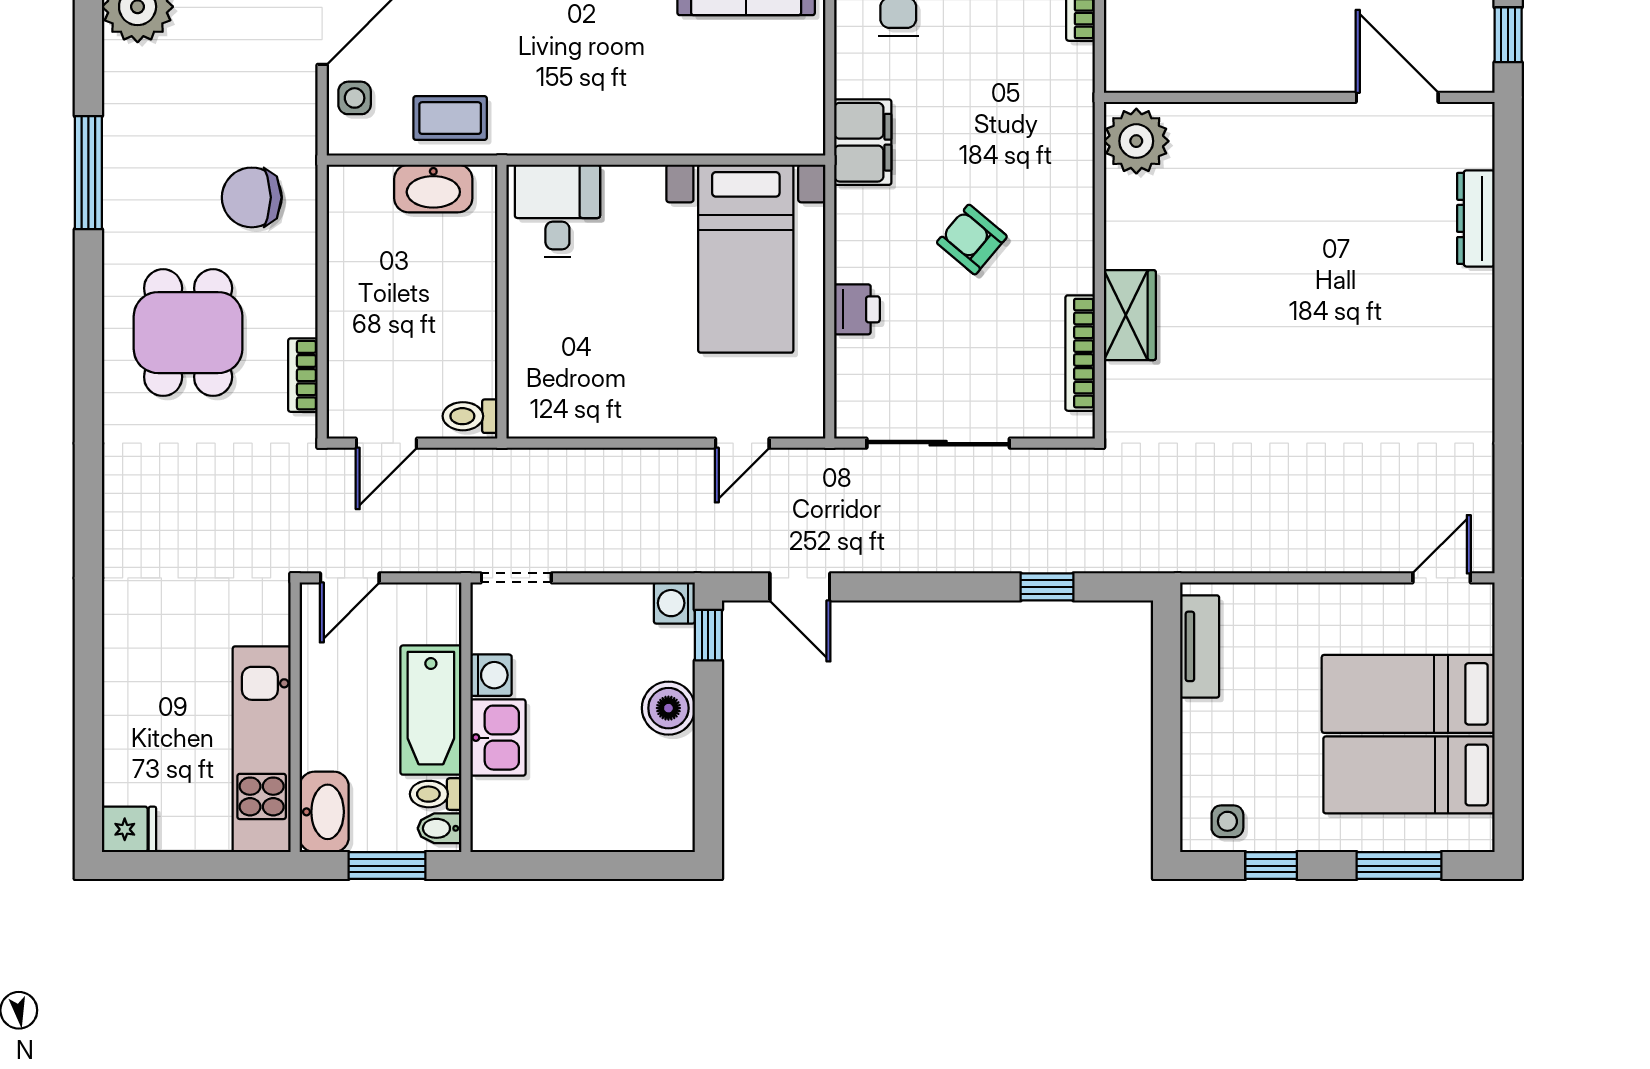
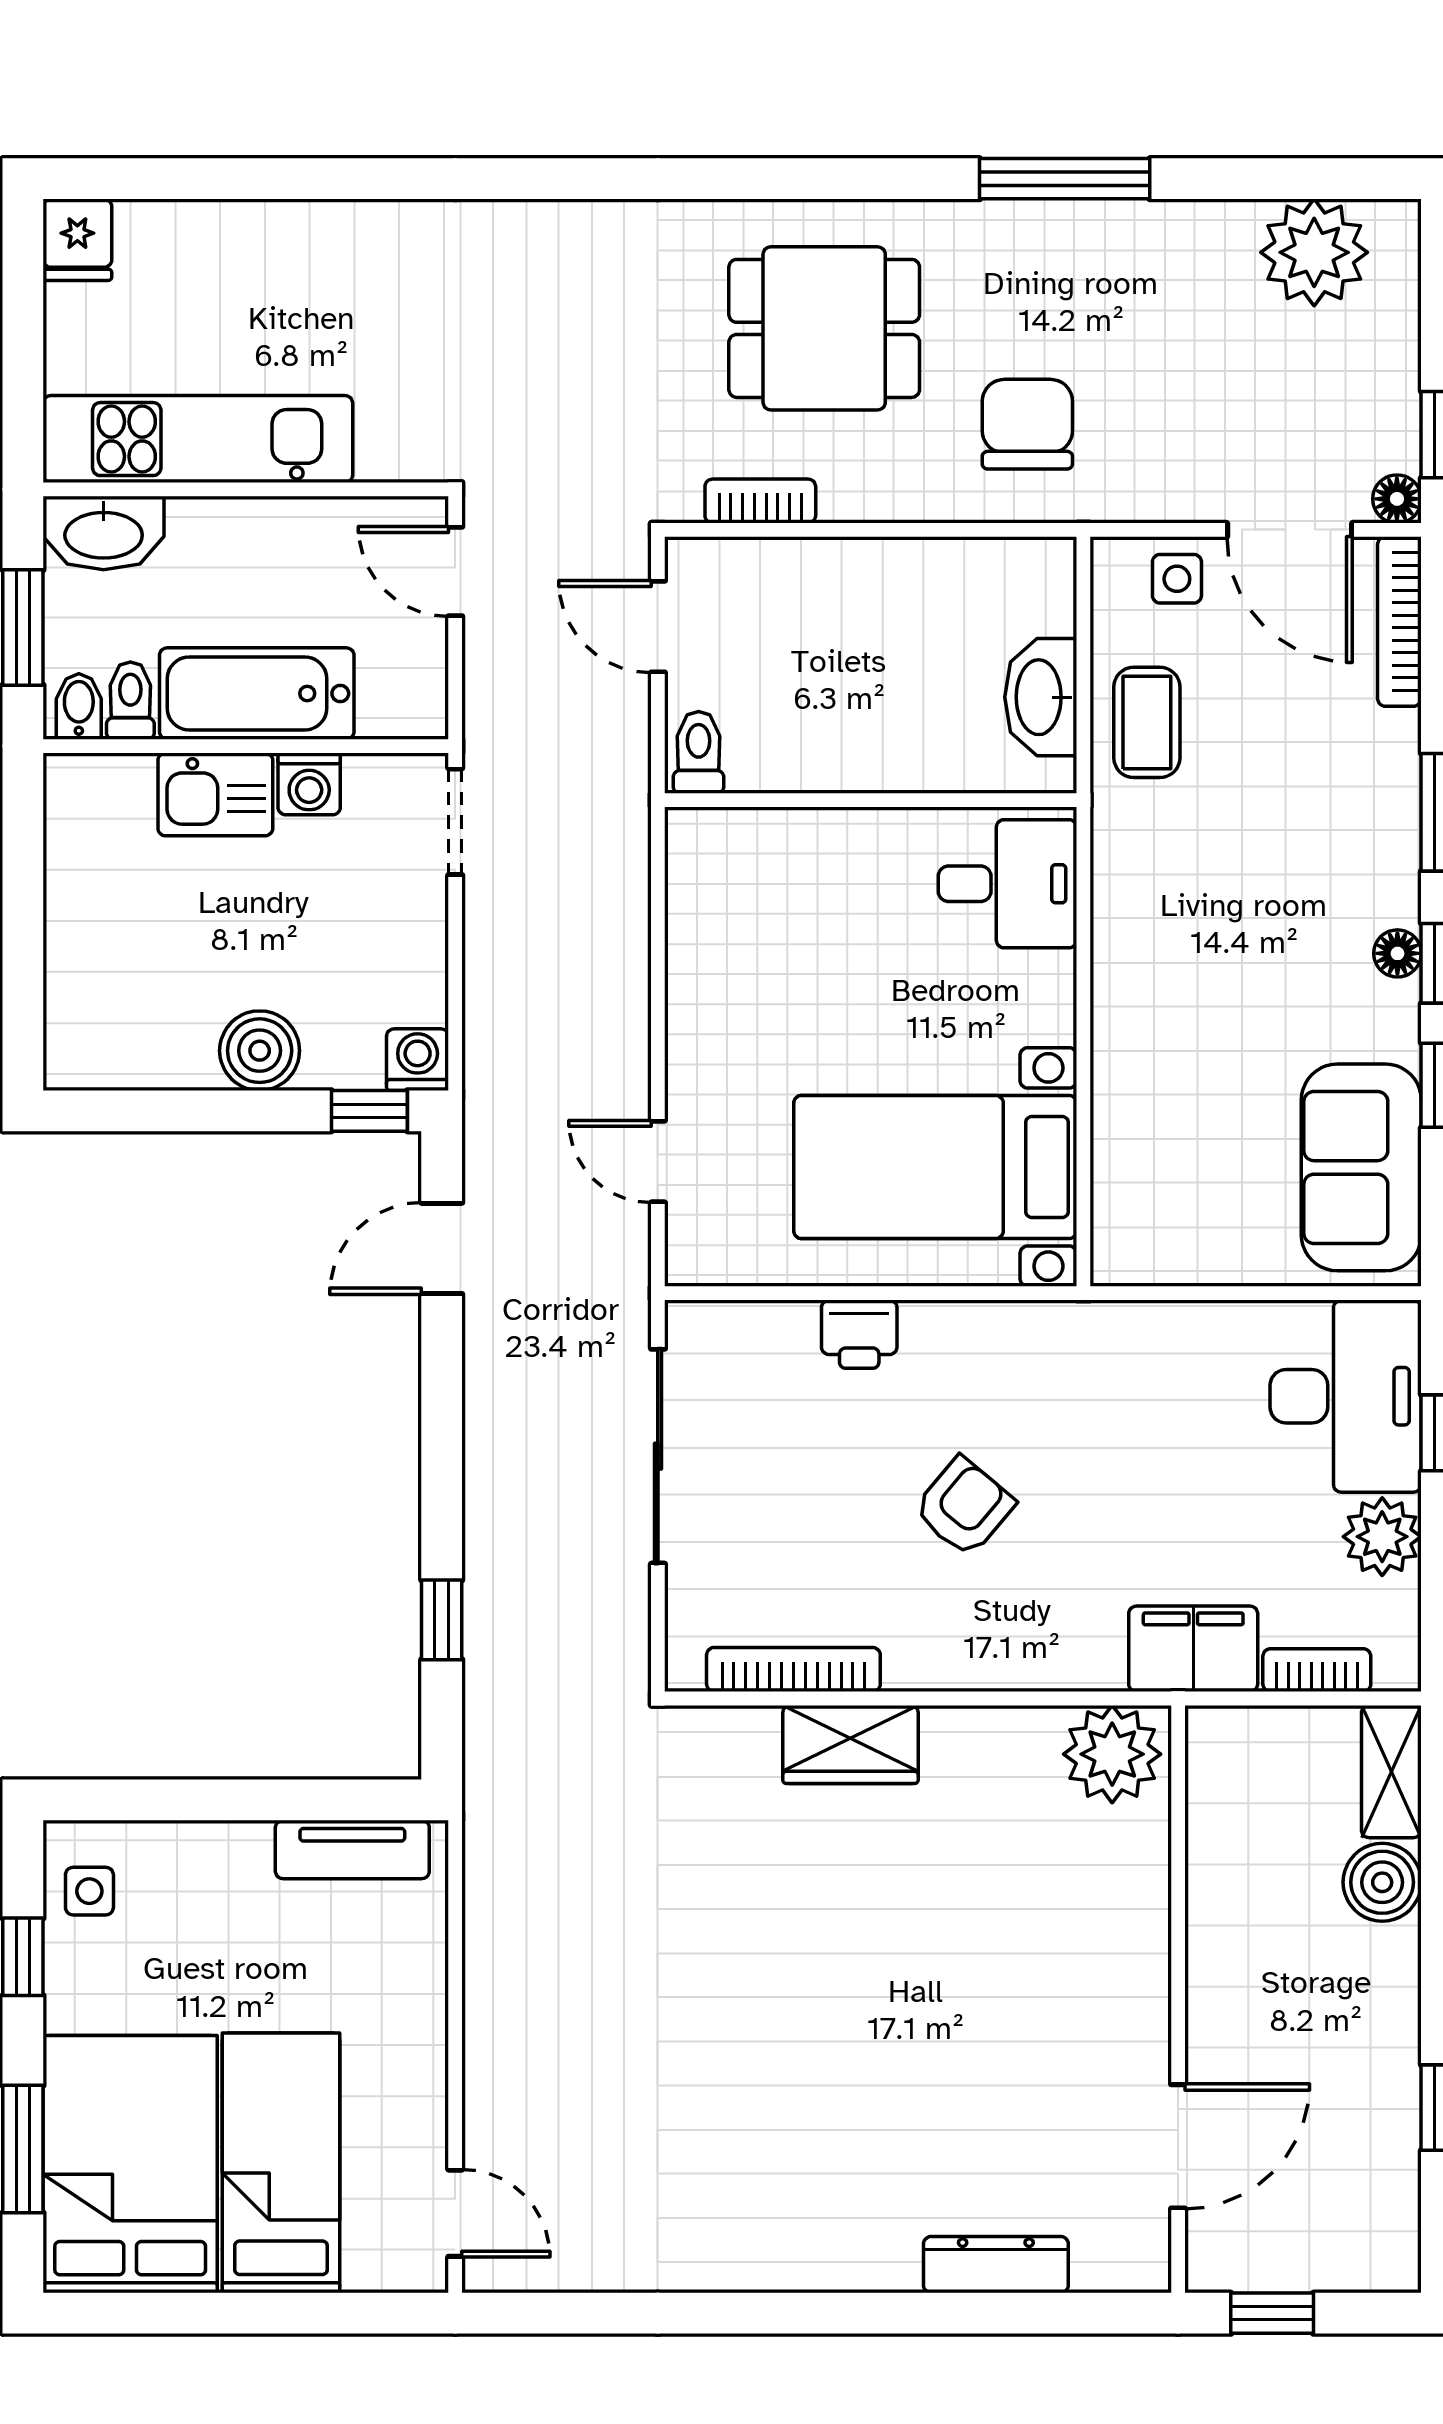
filing cabinet: (863, 142) -> (1193, 1649), moved, turned 180
bed: (1409, 775) -> (130, 2164), width x1.50

